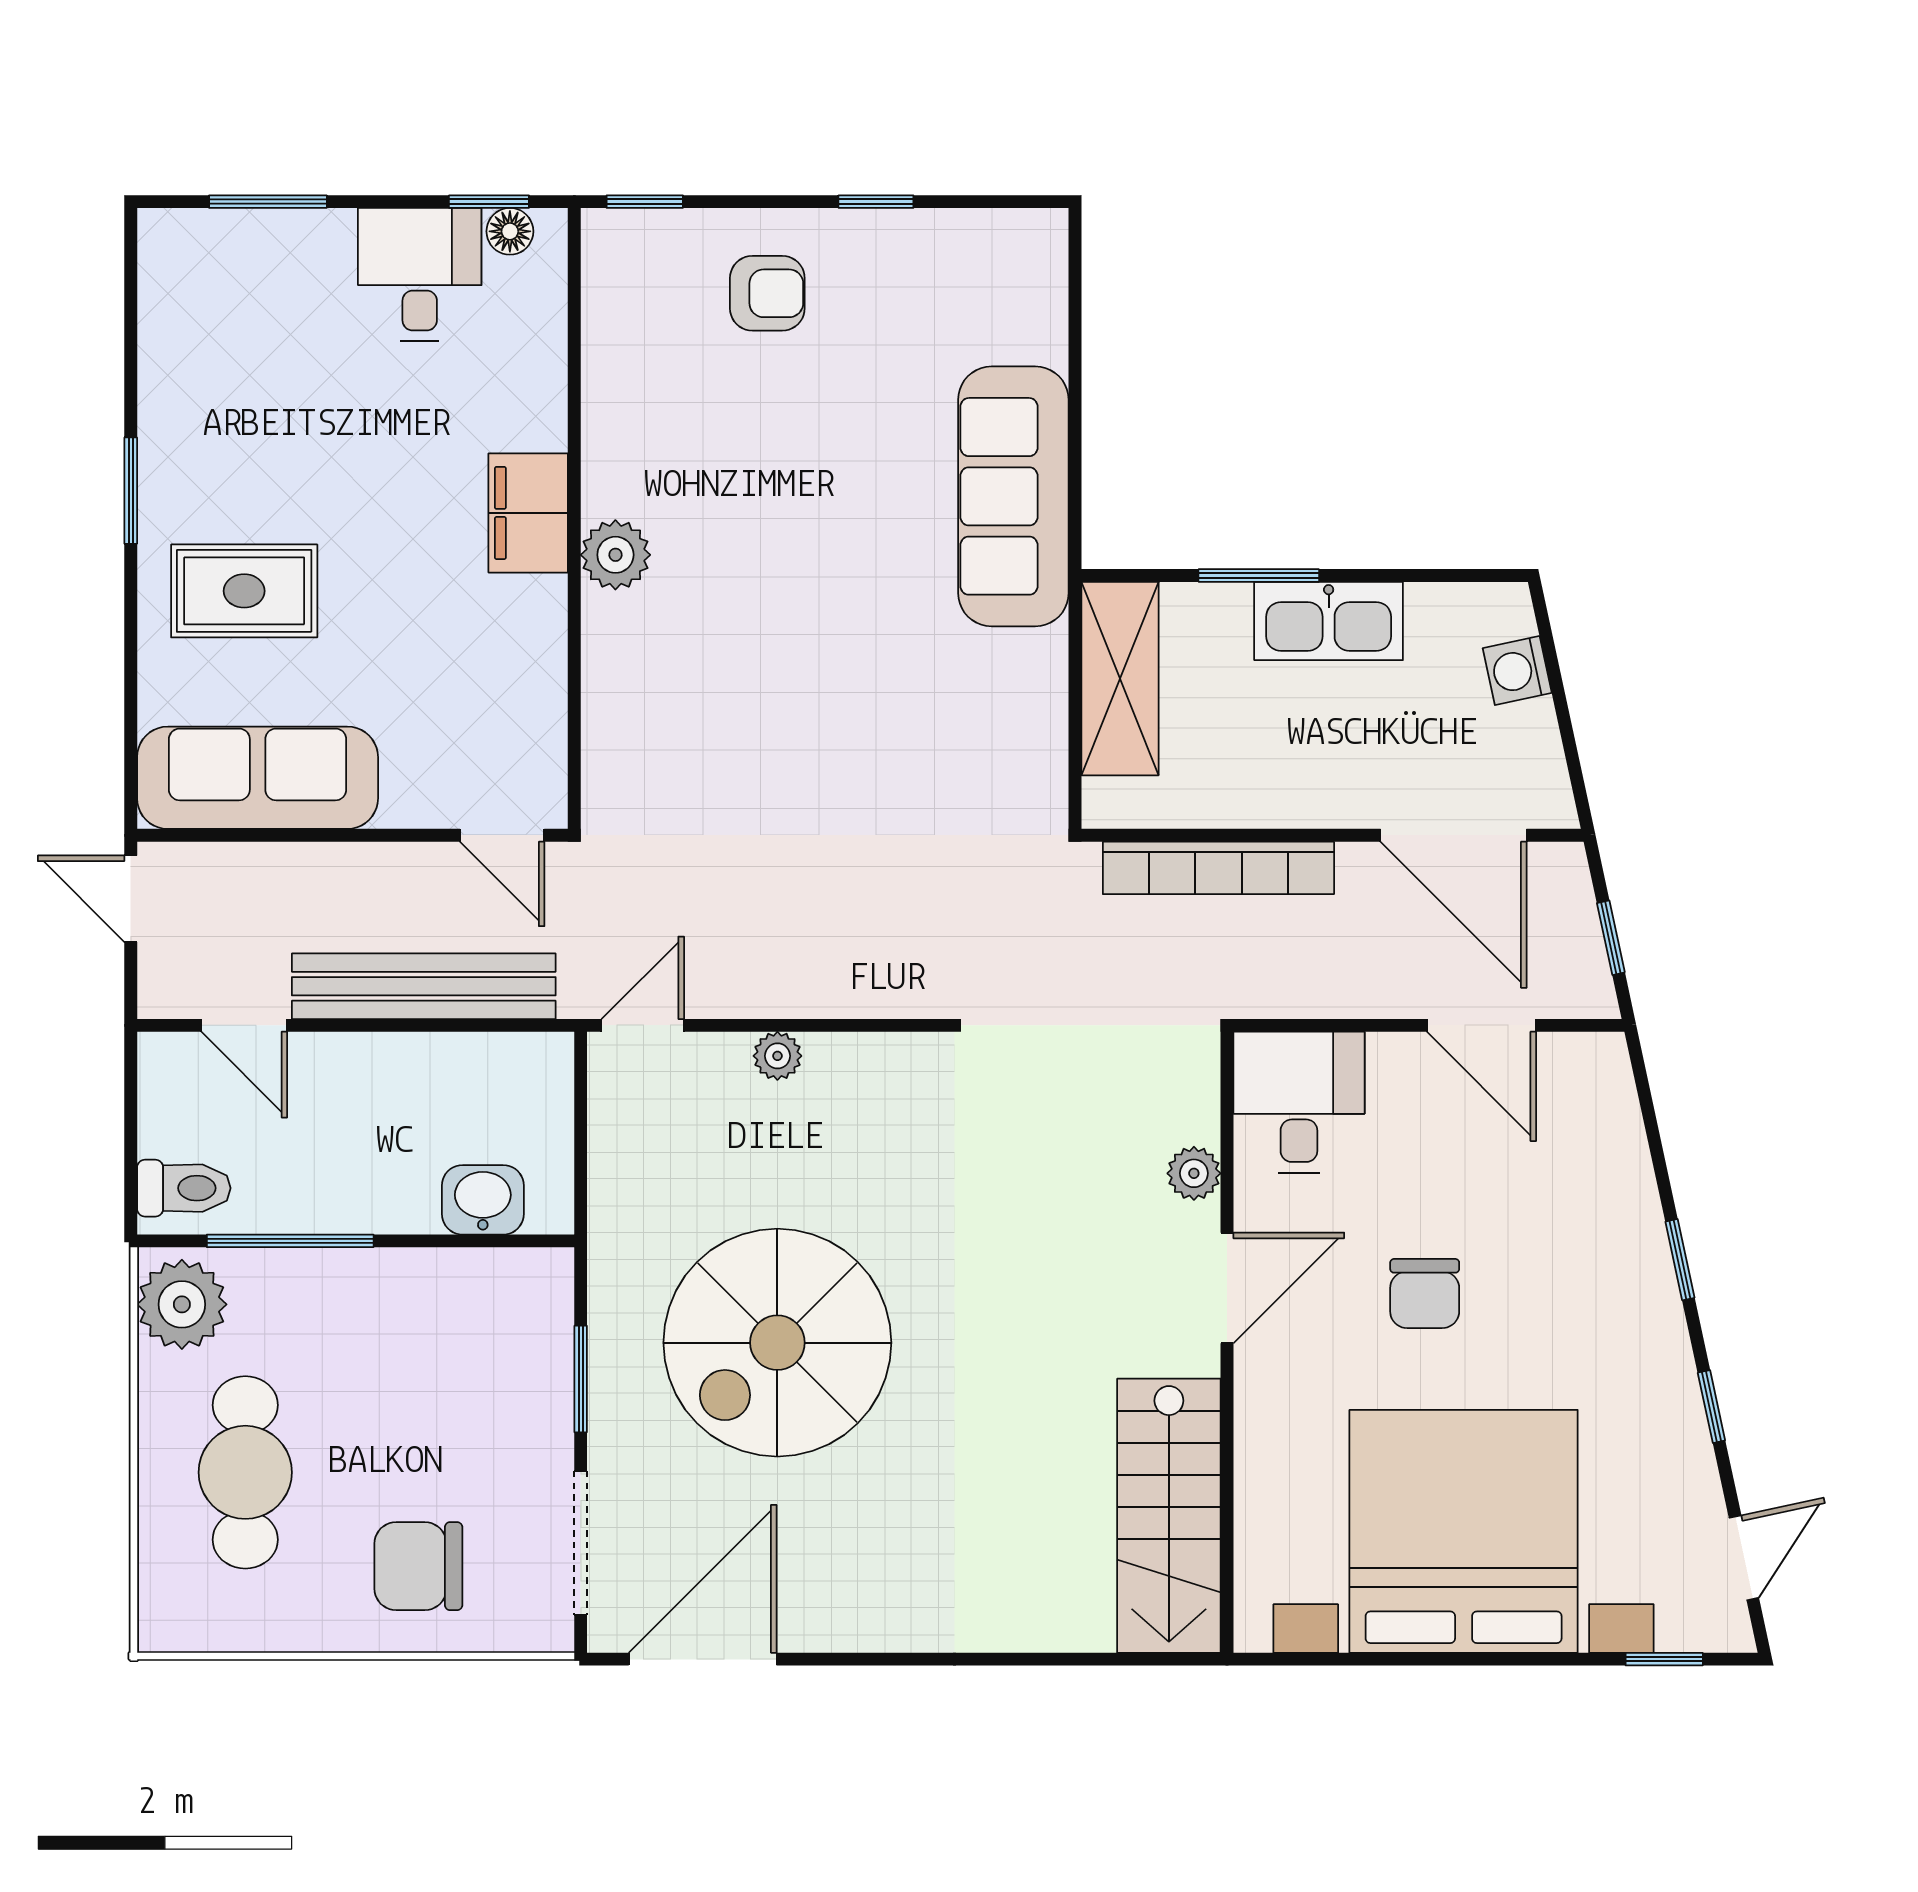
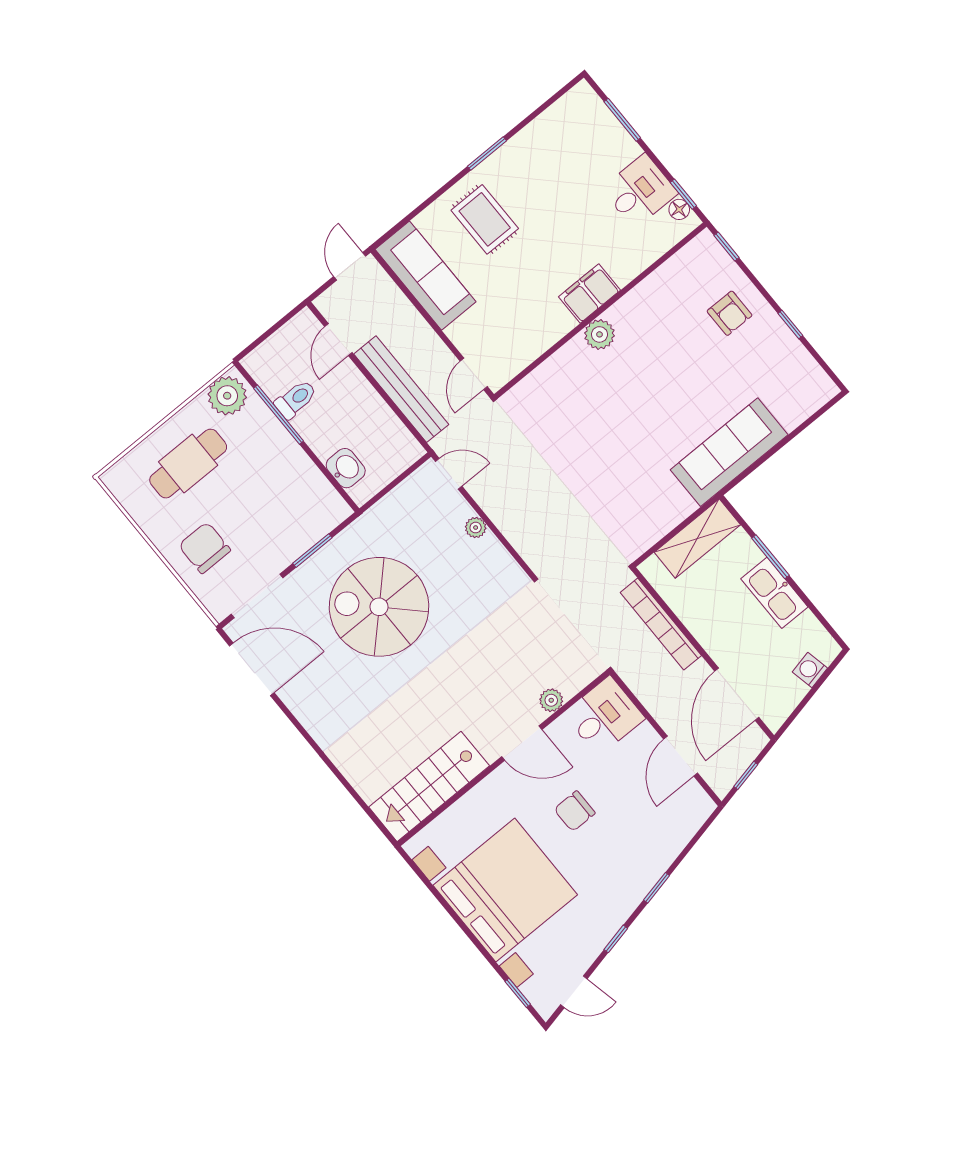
toilet: (184, 1188) -> (296, 399), moved, turned -90

